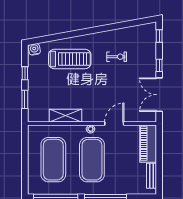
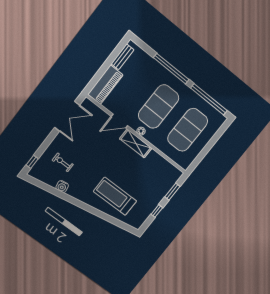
water cooler: (34, 49) -> (62, 187), moved
exercise bike: (117, 57) -> (63, 162), moved
window: (159, 65) -> (50, 139), removed
shelving: (66, 116) -> (136, 143), moved

